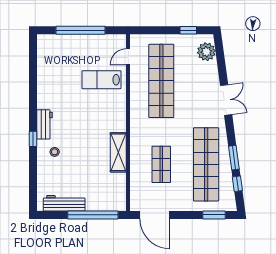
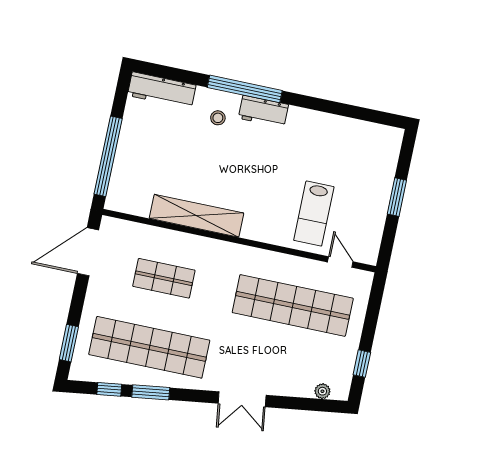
window: (80, 30) -> (397, 197), width x0.47
plant: (206, 52) -> (322, 391), width x0.53, depth x0.53
lab bench: (101, 80) -> (314, 214), turned 180
window: (33, 139) -> (245, 89), width x3.17
shelving: (118, 152) -> (196, 216), width x1.47
workbench: (64, 203) -> (162, 90), moved, turned 90

